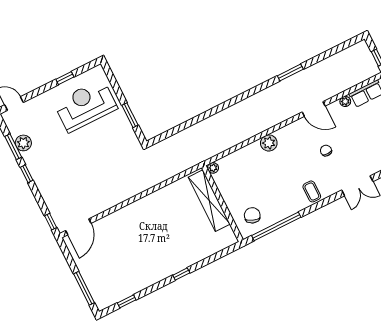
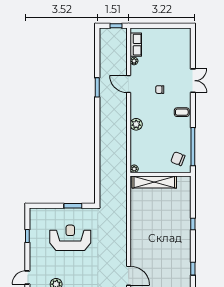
reception desk: (86, 106) -> (70, 238), moved, turned 90
door: (314, 109) -> (129, 84), swing flipped

